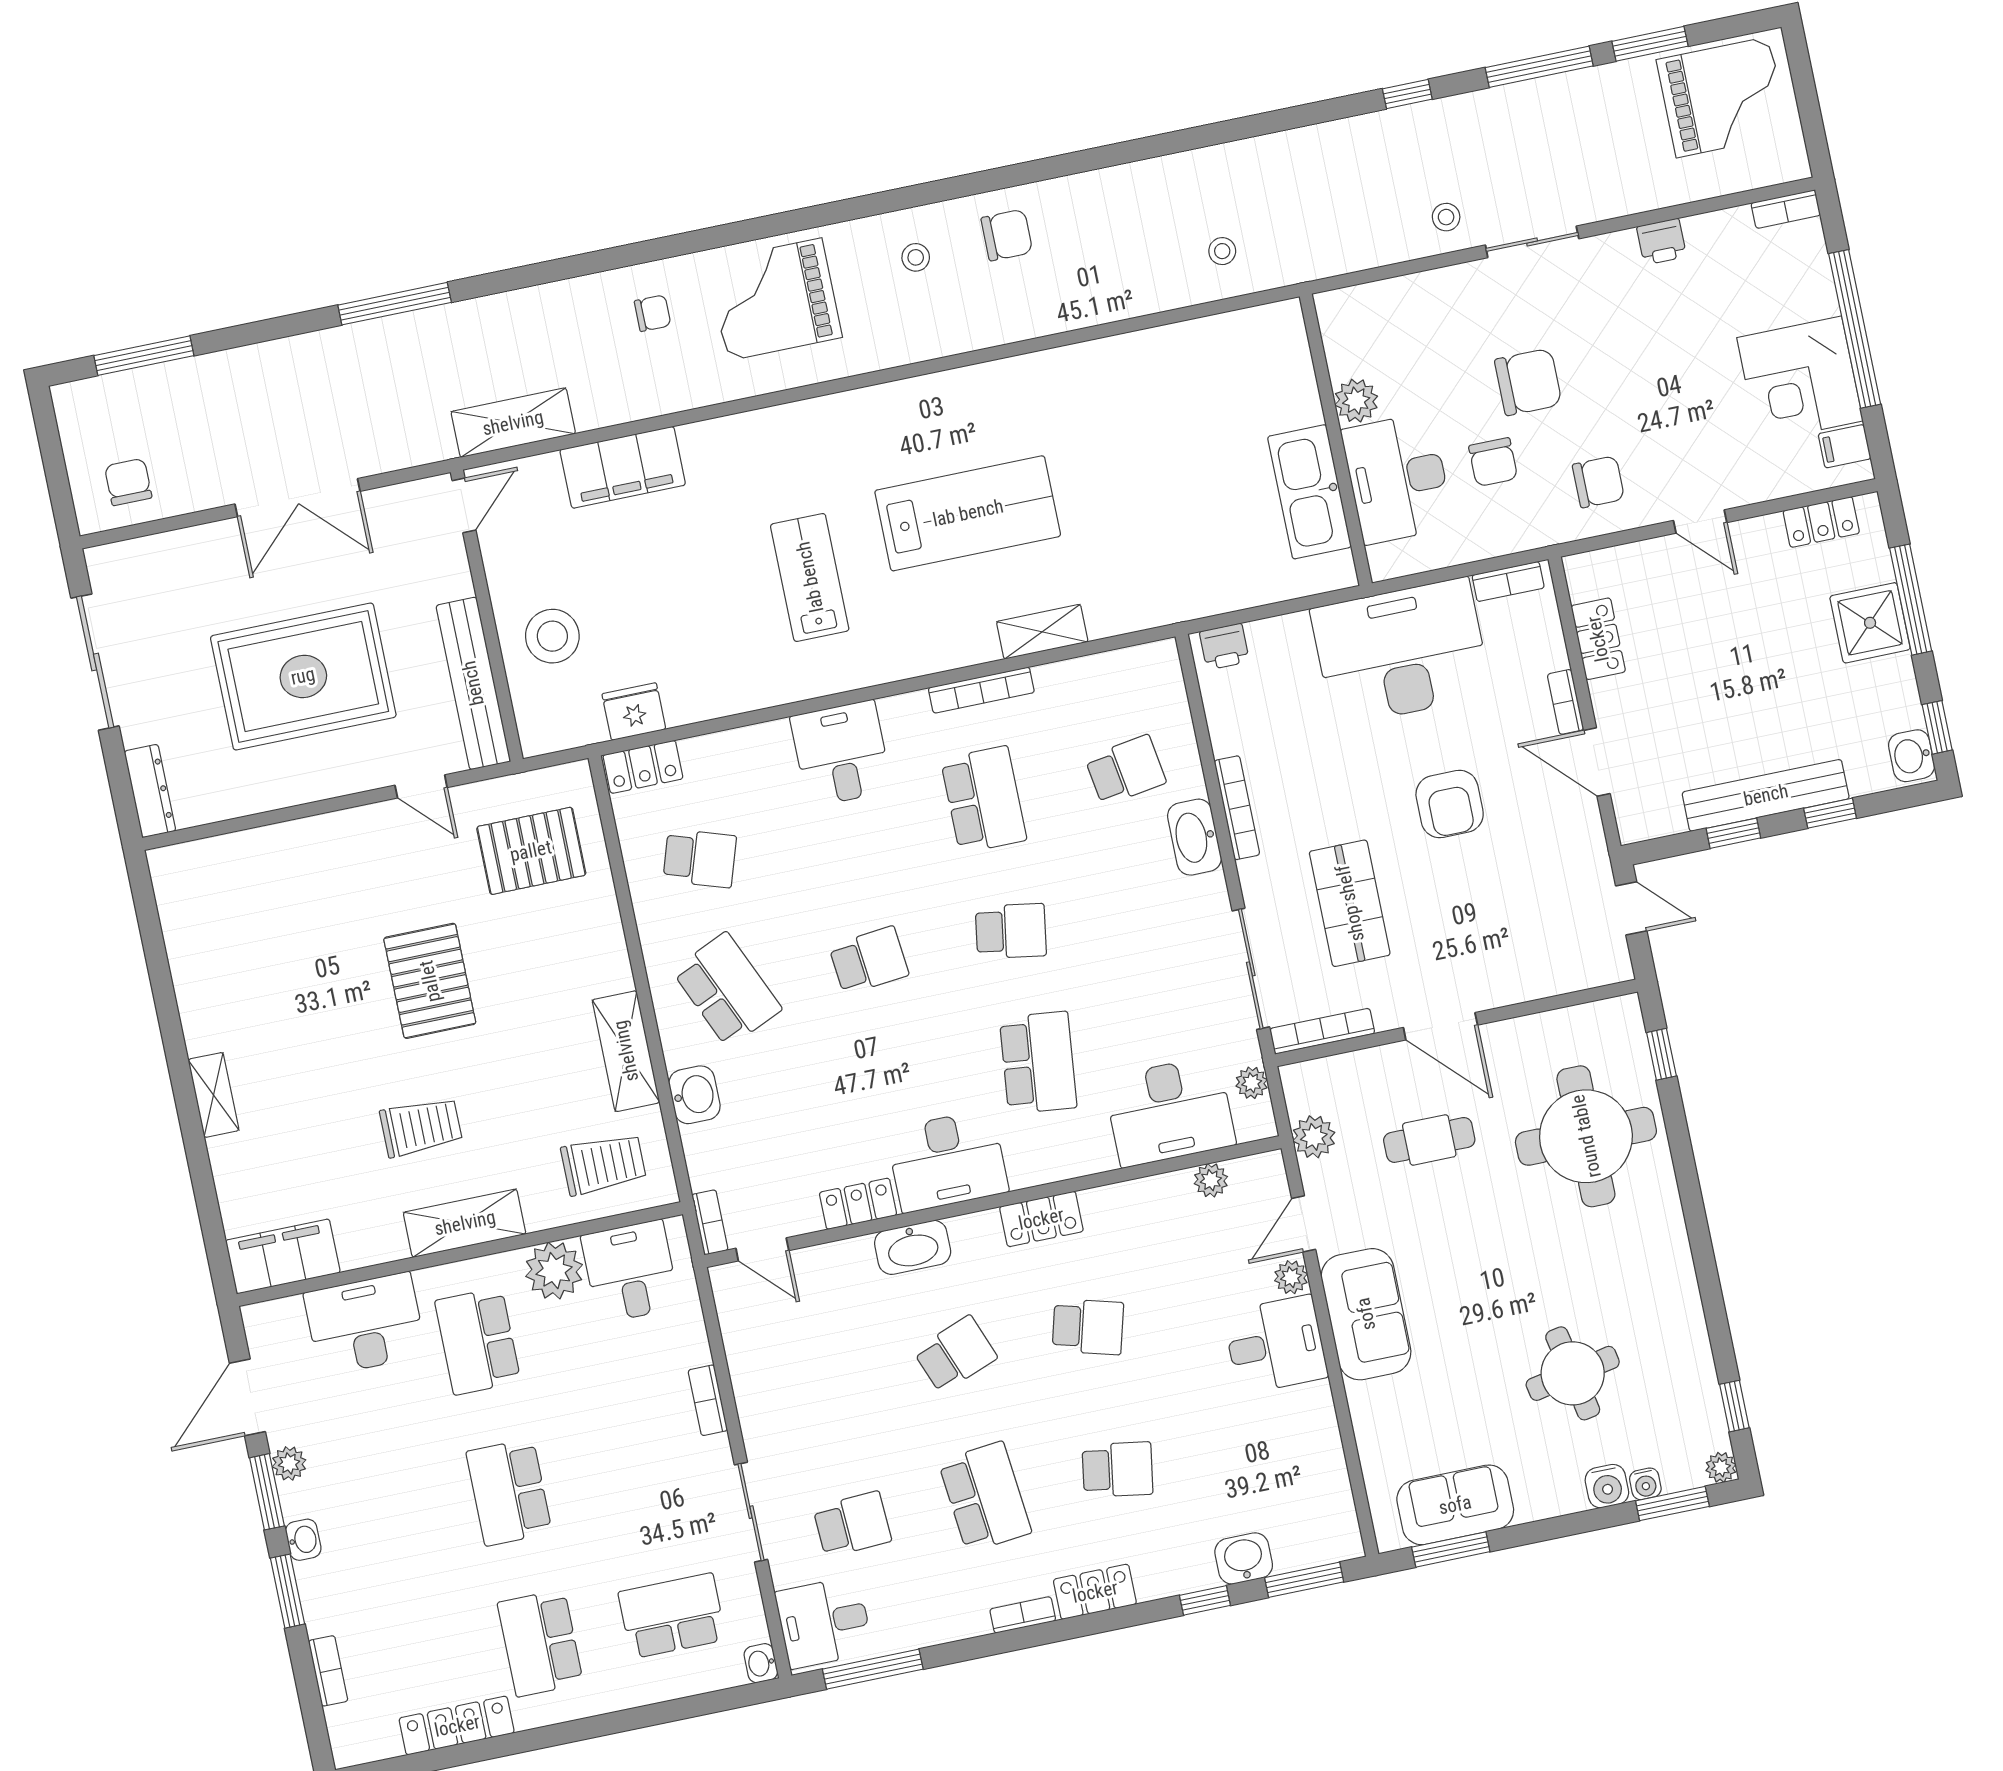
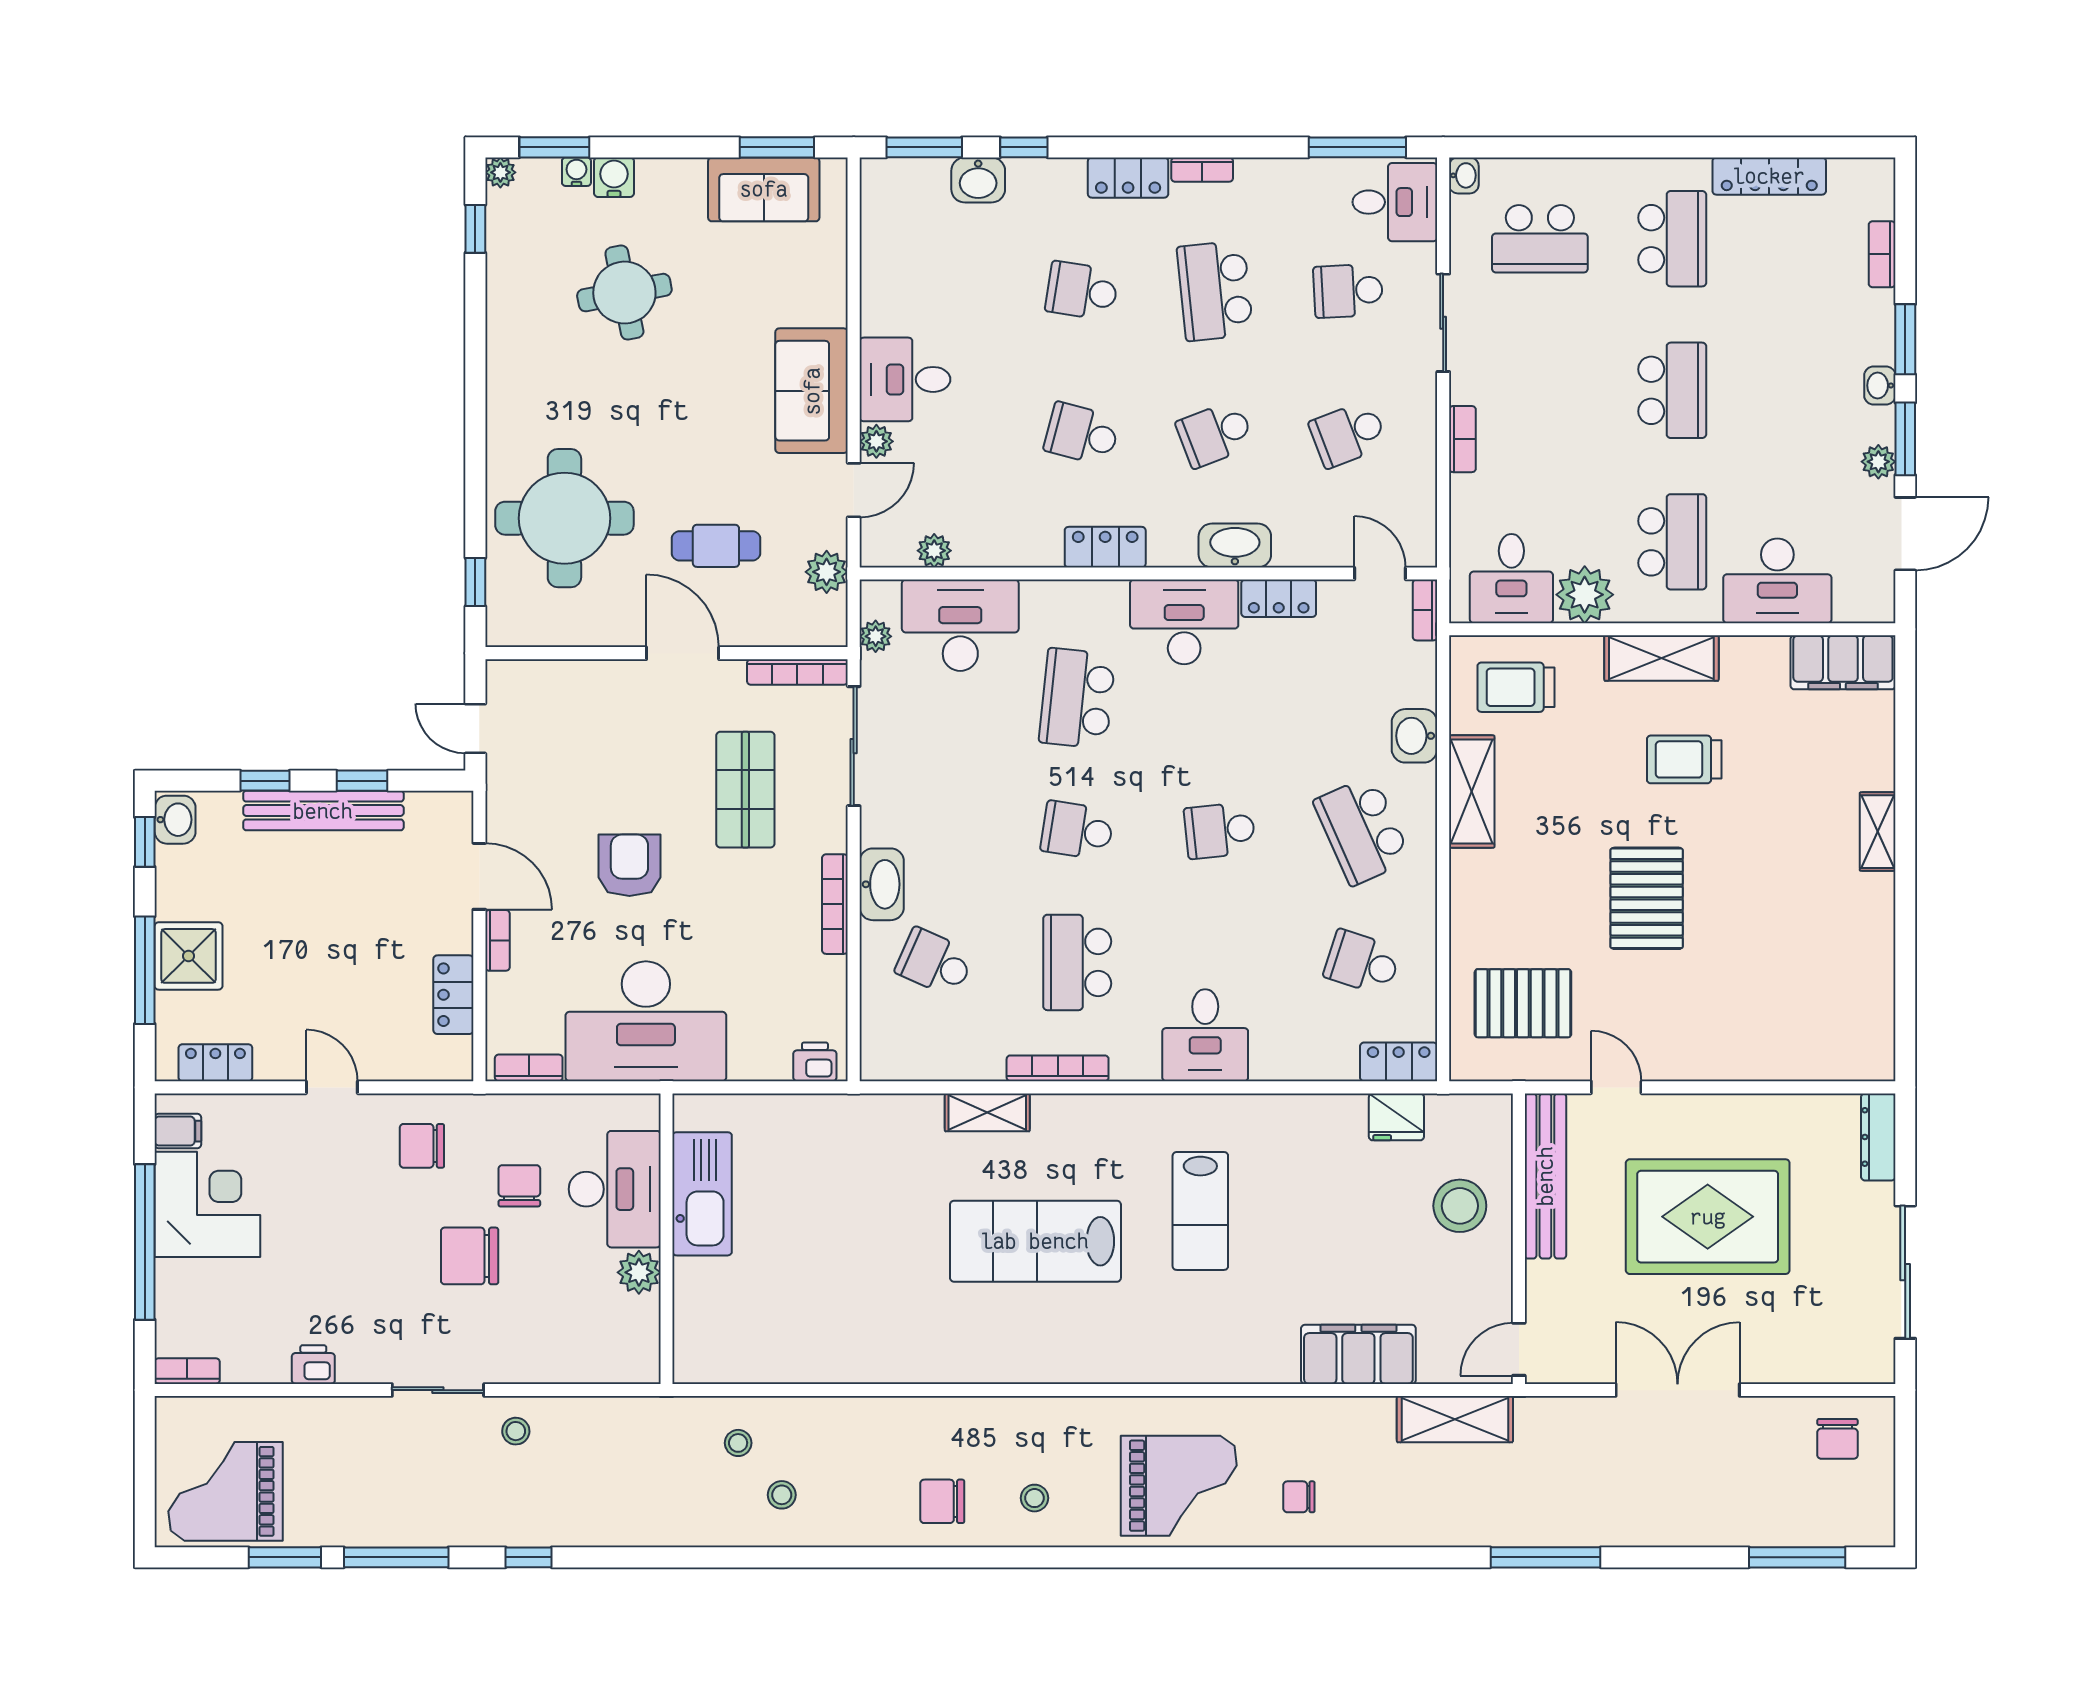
stool: (1168, 208) -> (782, 1495), added
school desk: (1126, 770) -> (935, 962), turned 33
school desk: (823, 1382) -> (1348, 434), added

